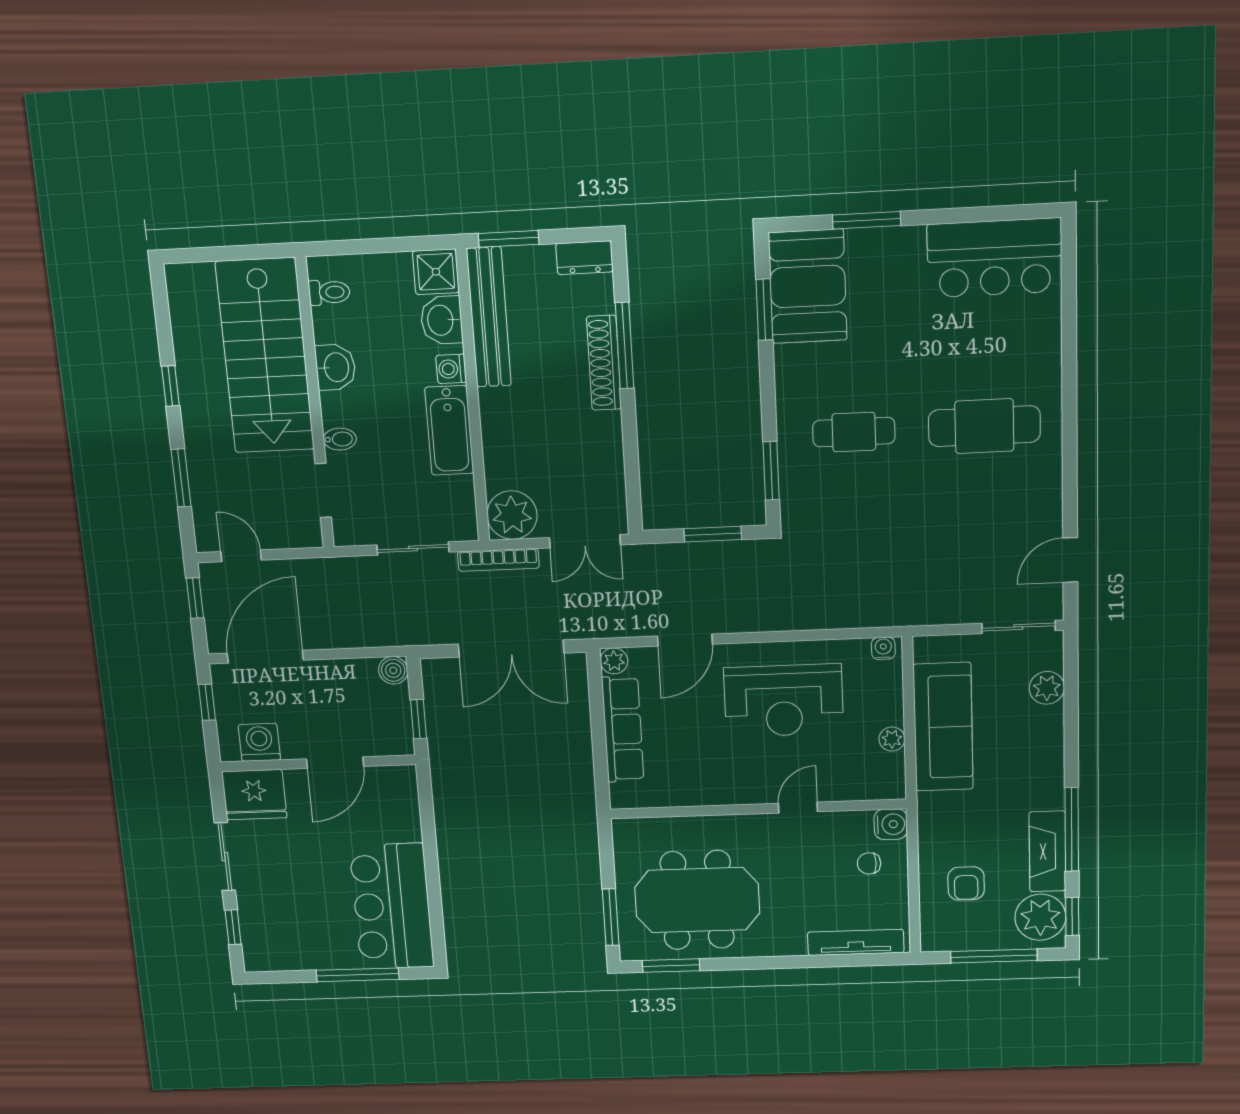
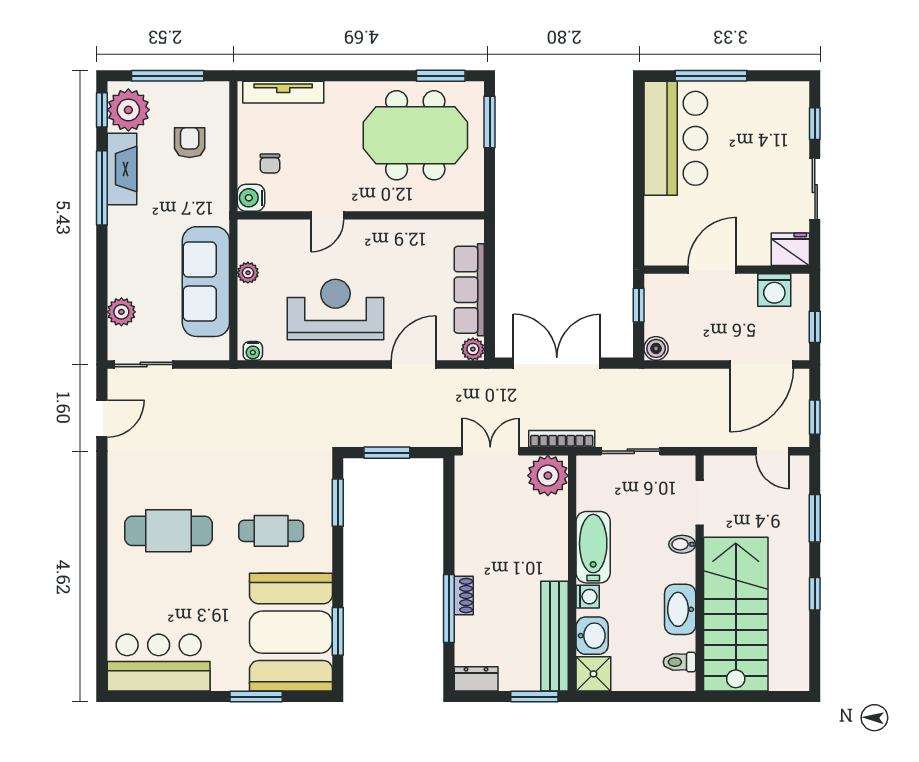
booth: (808, 286) -> (291, 632), width x1.36, depth x1.42
shoe rack: (604, 363) -> (464, 596), width x0.51, depth x0.81
washbasin: (335, 367) -> (680, 609), width x1.38
fridge: (254, 795) -> (790, 249), width x0.73, depth x0.75
chair: (869, 863) -> (270, 163), turned 90

